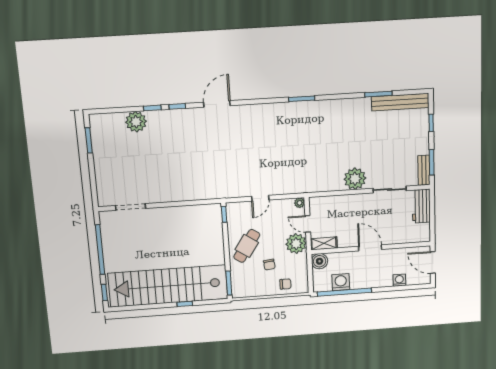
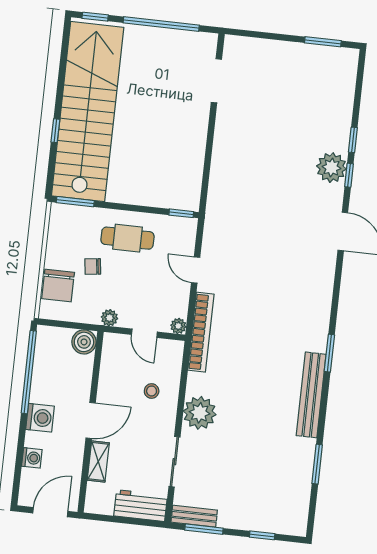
bench: (400, 102) -> (311, 395), moved
plant: (136, 122) -> (331, 168), moved
bookcase: (301, 187) -> (201, 332), added
stool: (345, 213) -> (152, 391), added
door: (308, 224) -> (144, 333), swing flipped
shelving: (324, 243) -> (98, 461), moved
plant: (296, 244) -> (109, 318), width x0.53, depth x0.53
cafe table: (247, 246) -> (127, 238), turned -34
washing machine: (341, 282) -> (40, 418), moved
chair: (285, 284) -> (58, 286), width x1.87, depth x1.87

